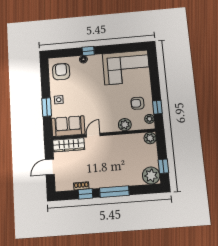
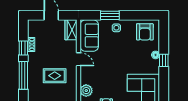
armchair: (61, 72) -> (145, 32), turned 90
wardrobe: (69, 145) -> (71, 30), width x0.67
rug: (112, 159) -> (55, 76), added

